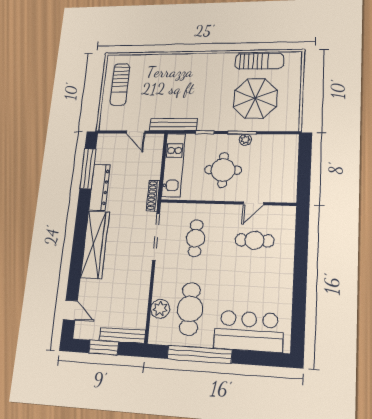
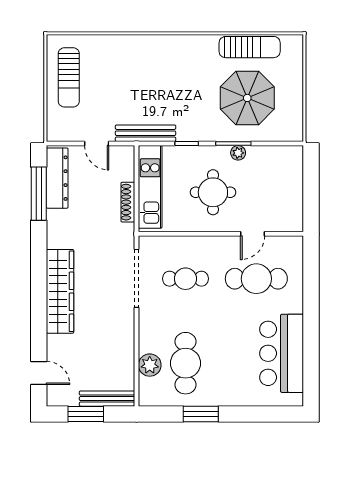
dresser: (99, 187) -> (57, 178), moved
shoe rack: (153, 196) -> (128, 202), moved
cafe table: (196, 238) -> (185, 279), turned 90
cafe table: (254, 240) -> (256, 279), width x1.37, depth x1.35
bar counter: (249, 331) -> (282, 353), moved, turned -90
window: (199, 354) -> (201, 414), width x0.47

